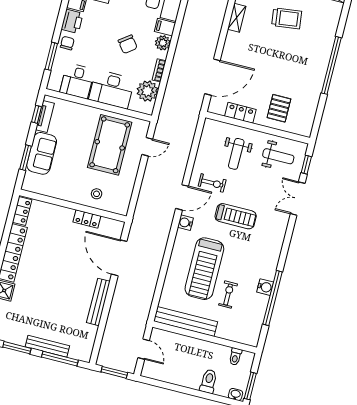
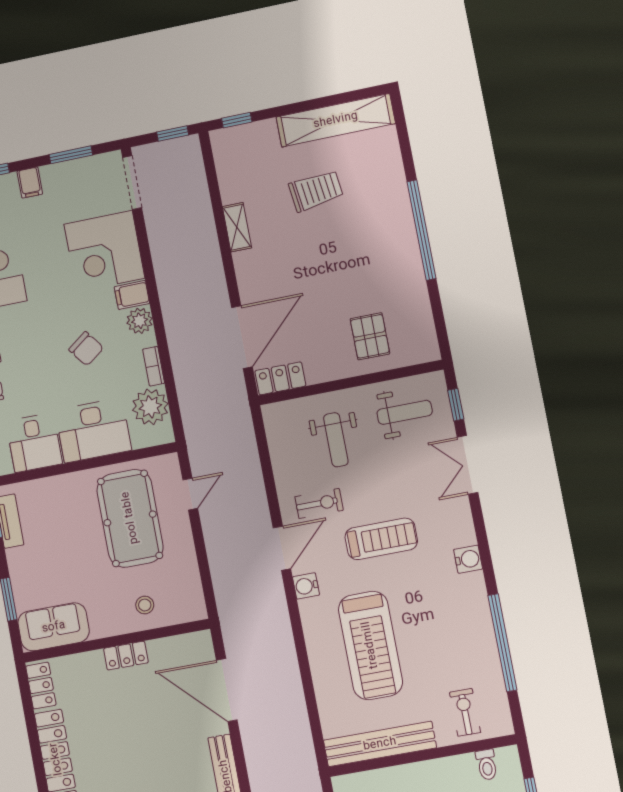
locker: (240, 113) -> (280, 378), moved
sofa: (42, 153) -> (54, 627), moved, turned -90
locker: (87, 219) -> (126, 656), moved
water cooler: (265, 287) -> (468, 559), moved
exercise bike: (228, 295) -> (465, 712), moved

